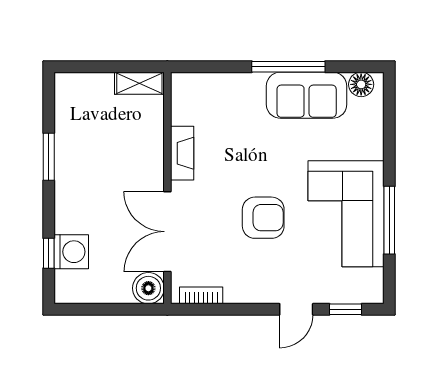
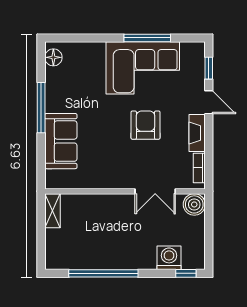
sofa: (307, 95) -> (61, 141), moved
fireplace: (182, 153) -> (197, 133), moved, turned -90
window: (49, 157) -> (103, 273), width x2.11
double door: (167, 232) -> (155, 191), width x0.73
window: (49, 253) -> (186, 273), moved

